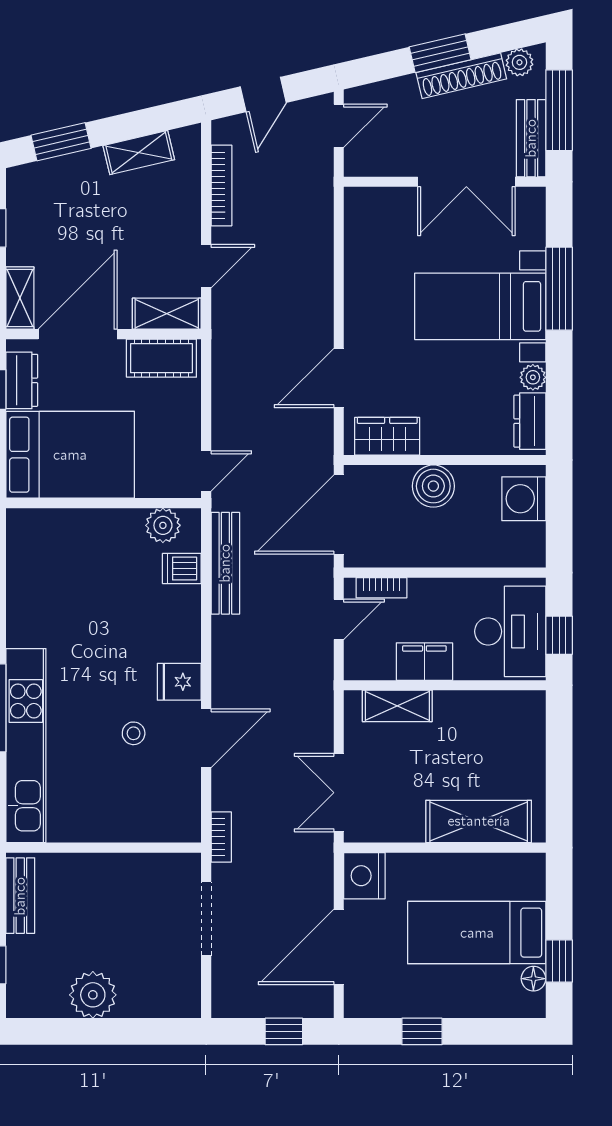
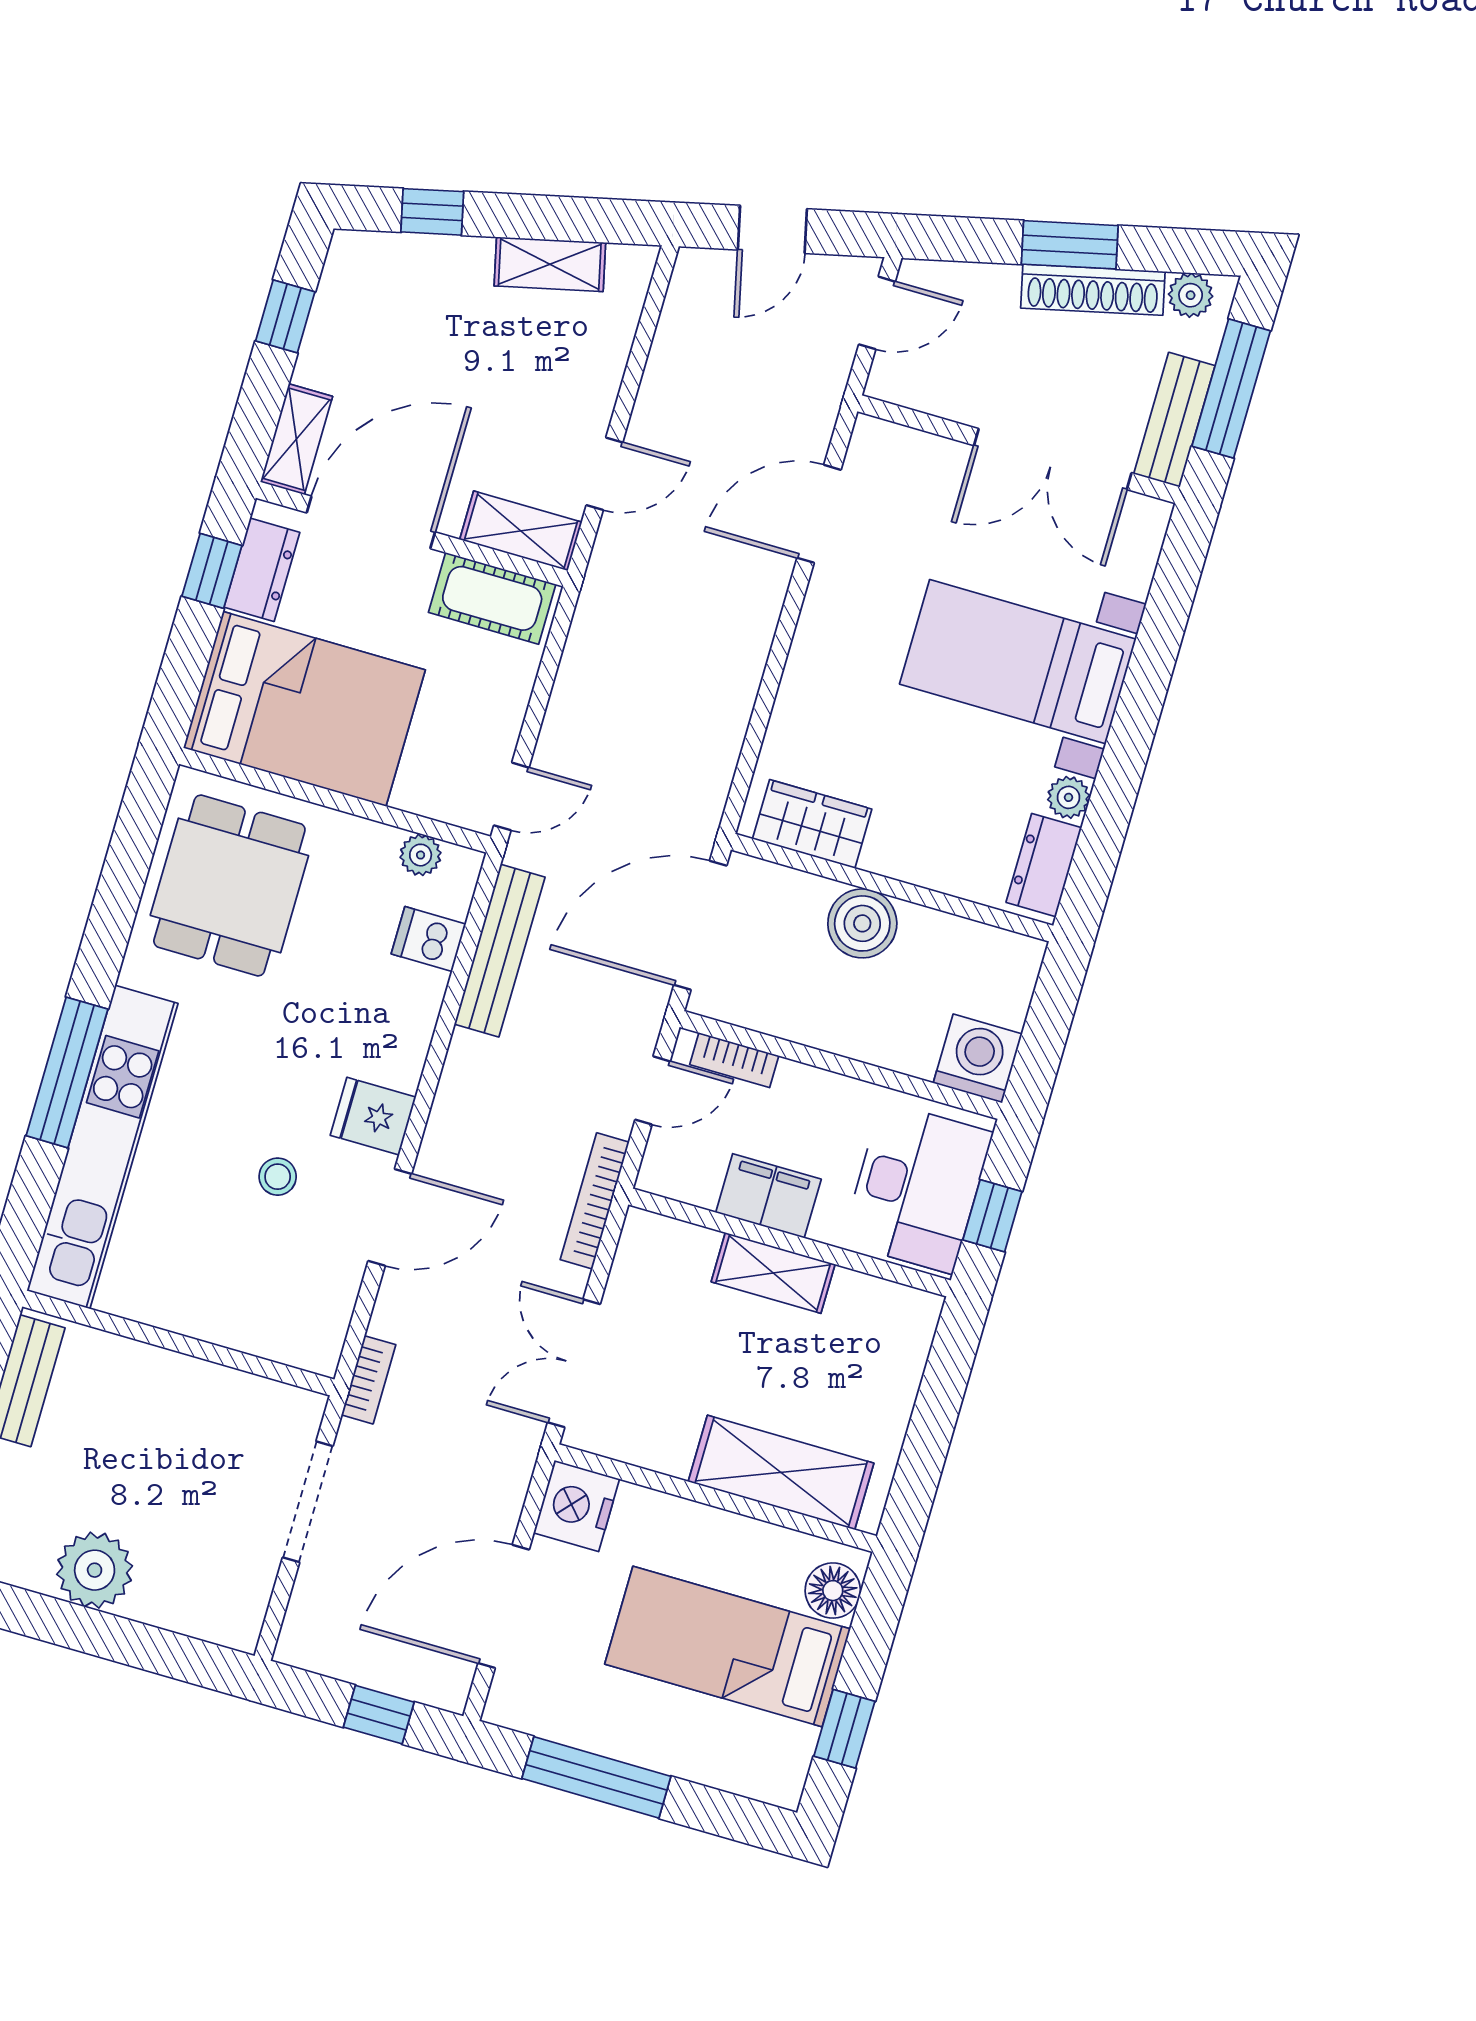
window: (61, 142) -> (432, 212), width x0.67
bookcase: (222, 185) -> (595, 1201), moved, turned 180
window: (559, 289) -> (1150, 670), removed
door: (339, 378) -> (819, 514), moved
washing machine: (524, 499) -> (978, 1059), moved, turned 90
plant: (163, 525) -> (421, 855), width x0.73, depth x0.73
dining table: (56, 571) -> (229, 886), added
shelving: (397, 706) -> (773, 1273), moved
floor lamp: (533, 979) -> (833, 1591), moved, width x1.37, depth x1.37
window: (422, 1031) -> (596, 1777), width x2.17

